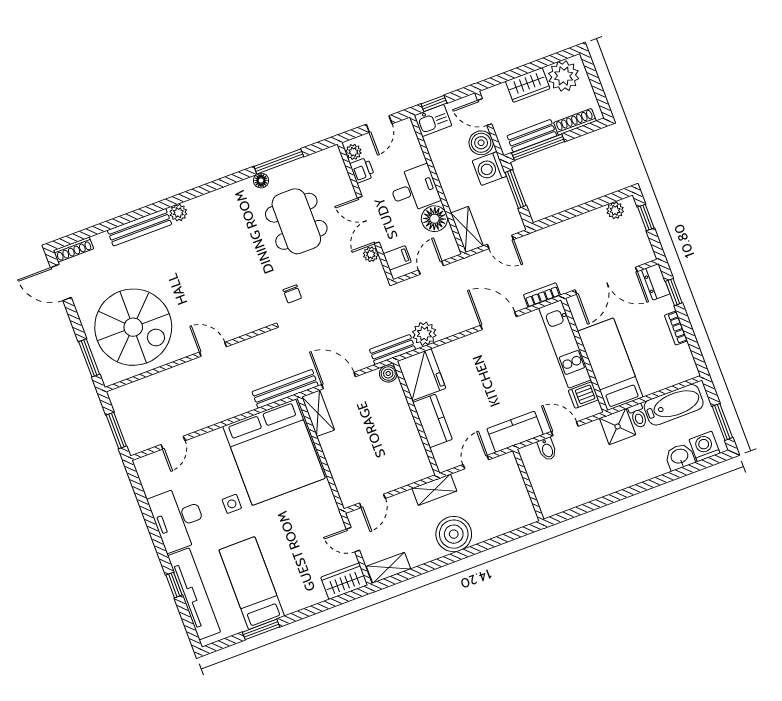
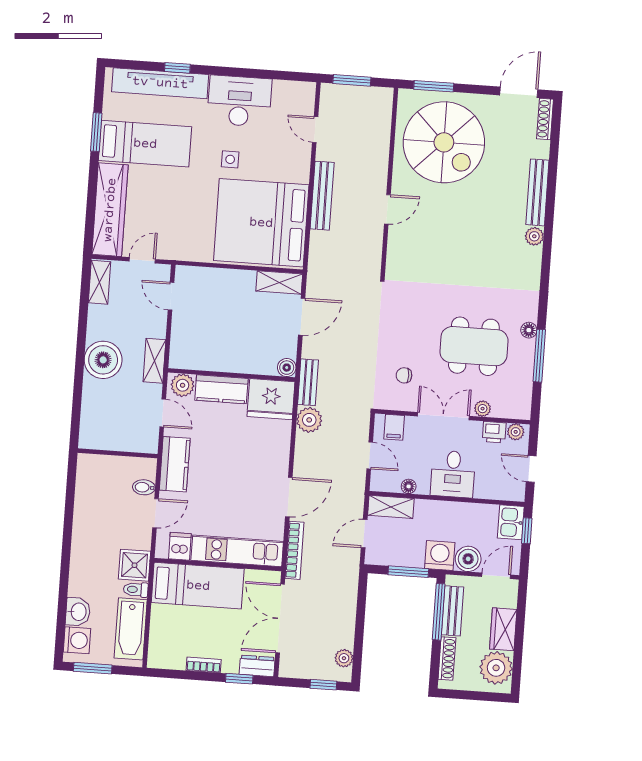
floor lamp: (434, 219) -> (409, 486), width x0.53, depth x0.53
plant: (371, 254) -> (483, 409), moved
chair: (292, 294) -> (404, 375), moved
bookcase: (542, 295) -> (294, 550), width x1.56
spiral stairs: (133, 327) -> (444, 142), turned -90
bench: (285, 389) -> (322, 196), moved
plant: (444, 456) -> (183, 385), added
wardrobe: (344, 581) -> (110, 210), width x2.10, depth x1.17

